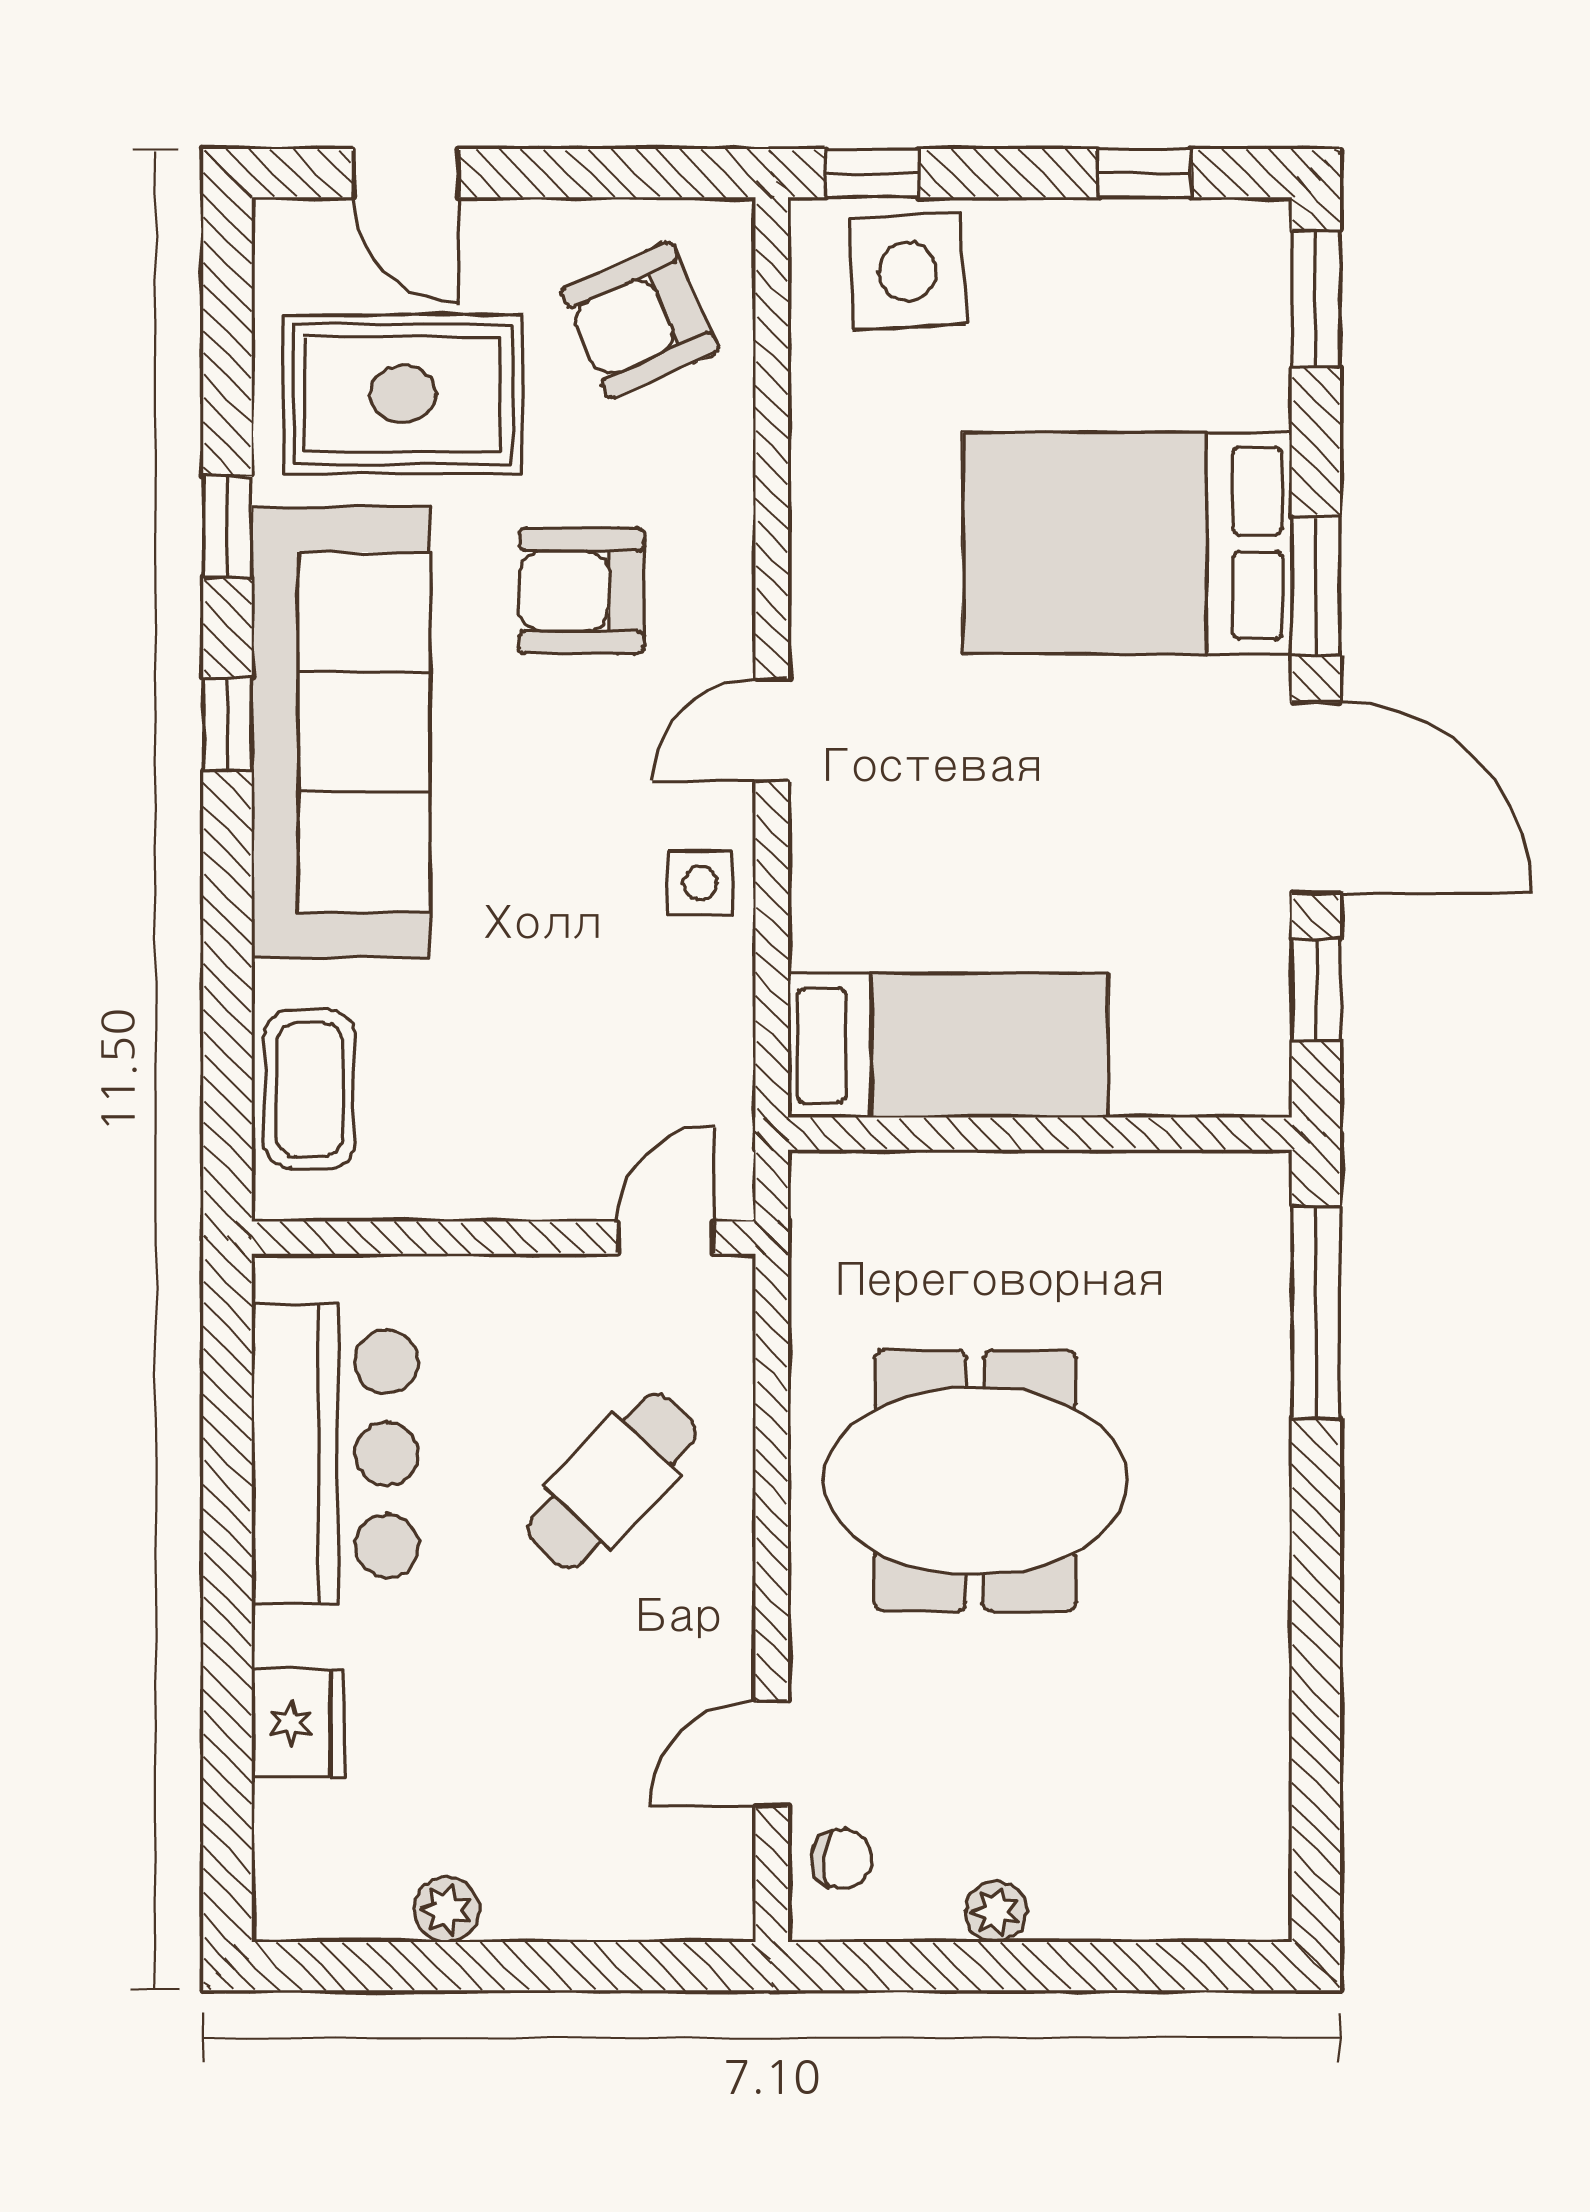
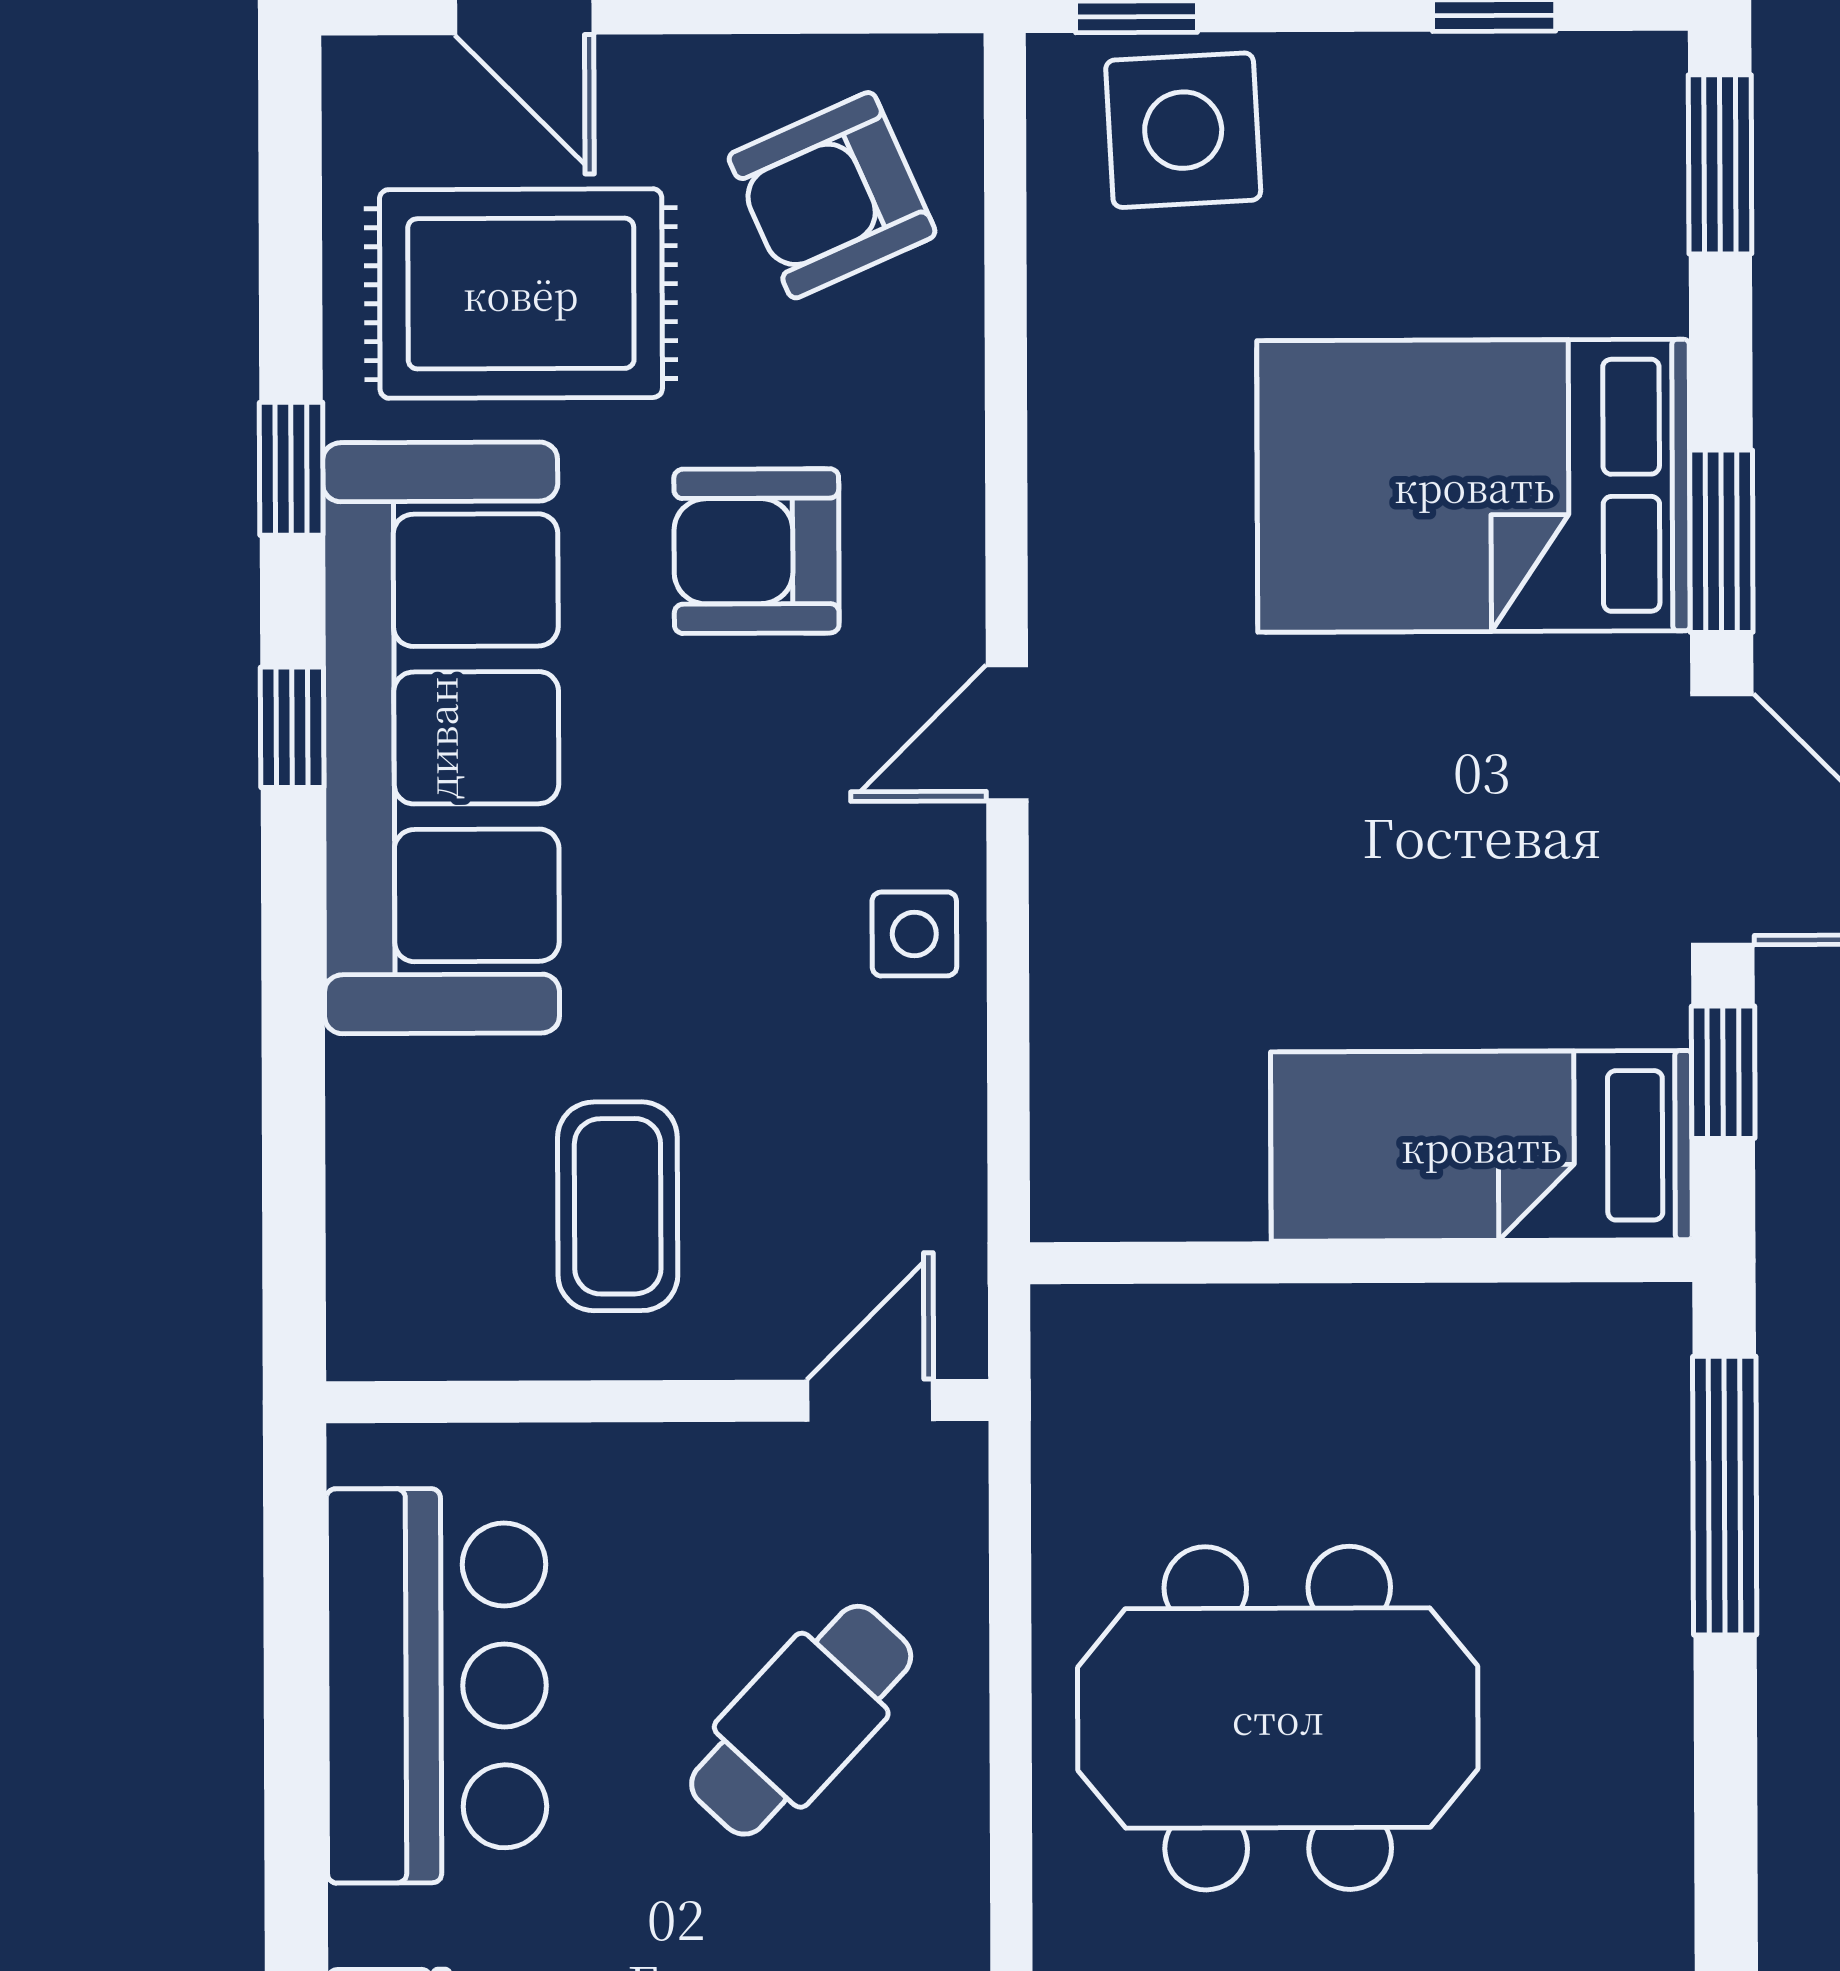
bed: (948, 1046) -> (1481, 1146), moved, turned 180
coffee table: (310, 1090) -> (618, 1206), moved

